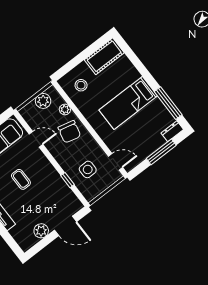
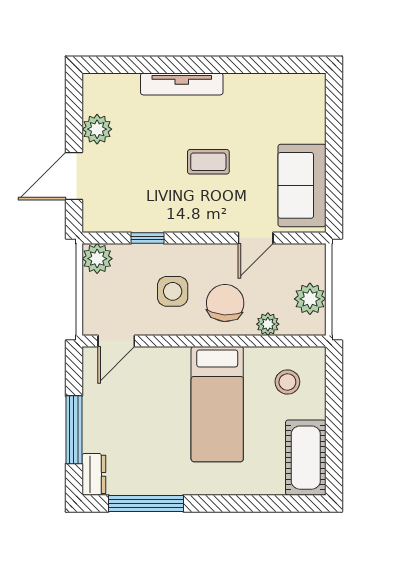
bed: (128, 103) -> (217, 404), moved, turned 180
chair: (69, 132) -> (225, 303), turned 80
side table: (88, 169) -> (173, 291), moved
plant: (90, 193) -> (97, 259), added

